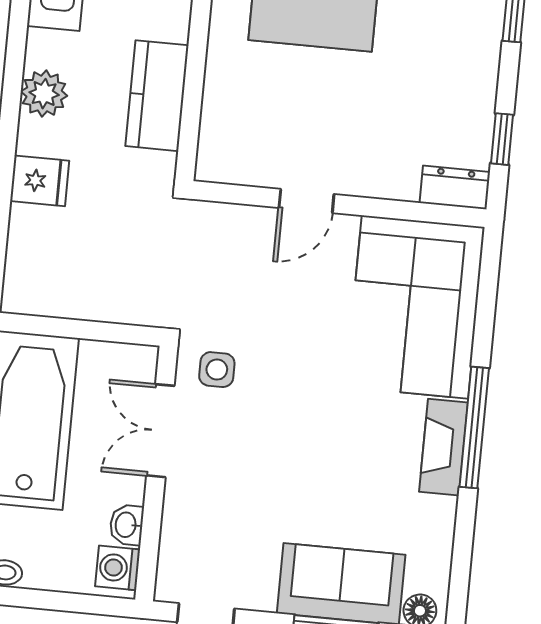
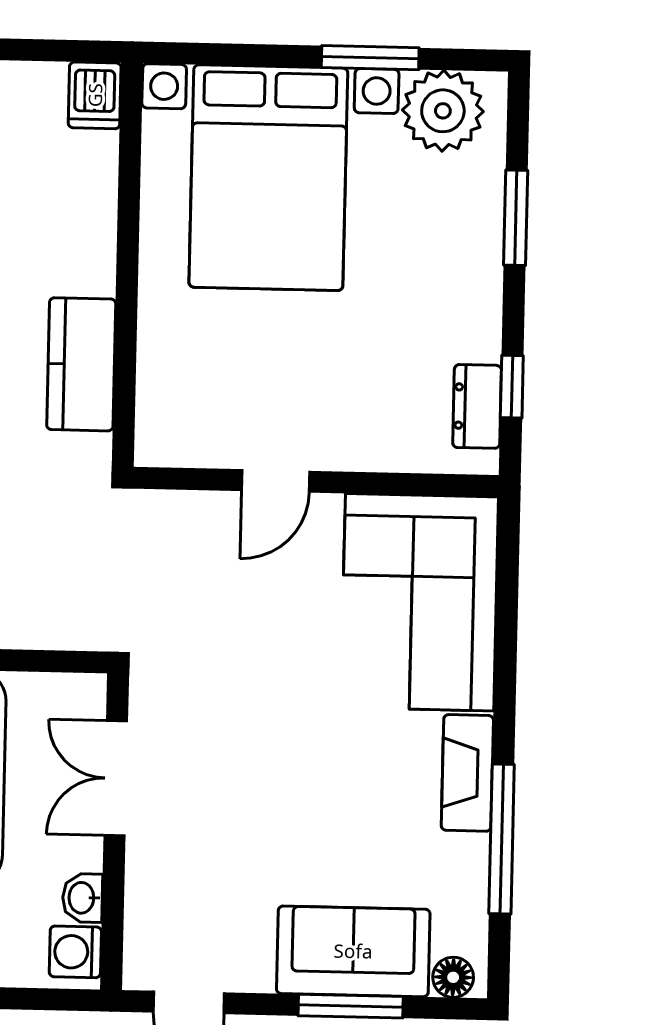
dresser: (455, 187) -> (477, 406), moved, turned -90
side table: (217, 370) -> (180, 698), removed
window: (474, 428) -> (502, 839), moved

